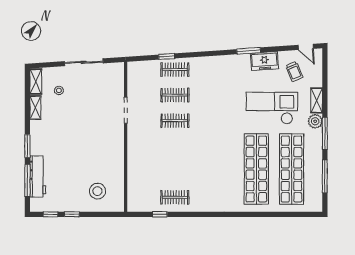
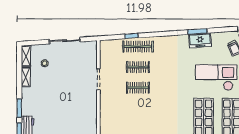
freezer: (264, 61) -> (200, 40), moved
clothes rail: (175, 70) -> (138, 47), width x1.36

